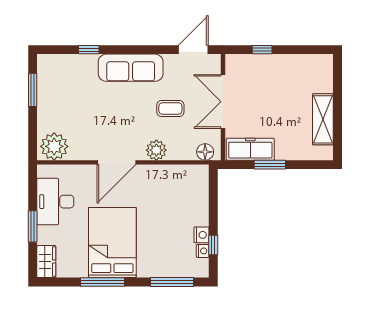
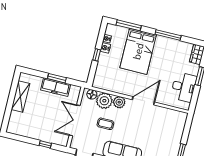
double door: (223, 102) -> (75, 120), swing flipped
plant: (54, 146) -> (104, 101), moved
freezer: (250, 149) -> (56, 87), moved
bed: (112, 243) -> (138, 51), moved
window: (213, 245) -> (97, 55), moved

